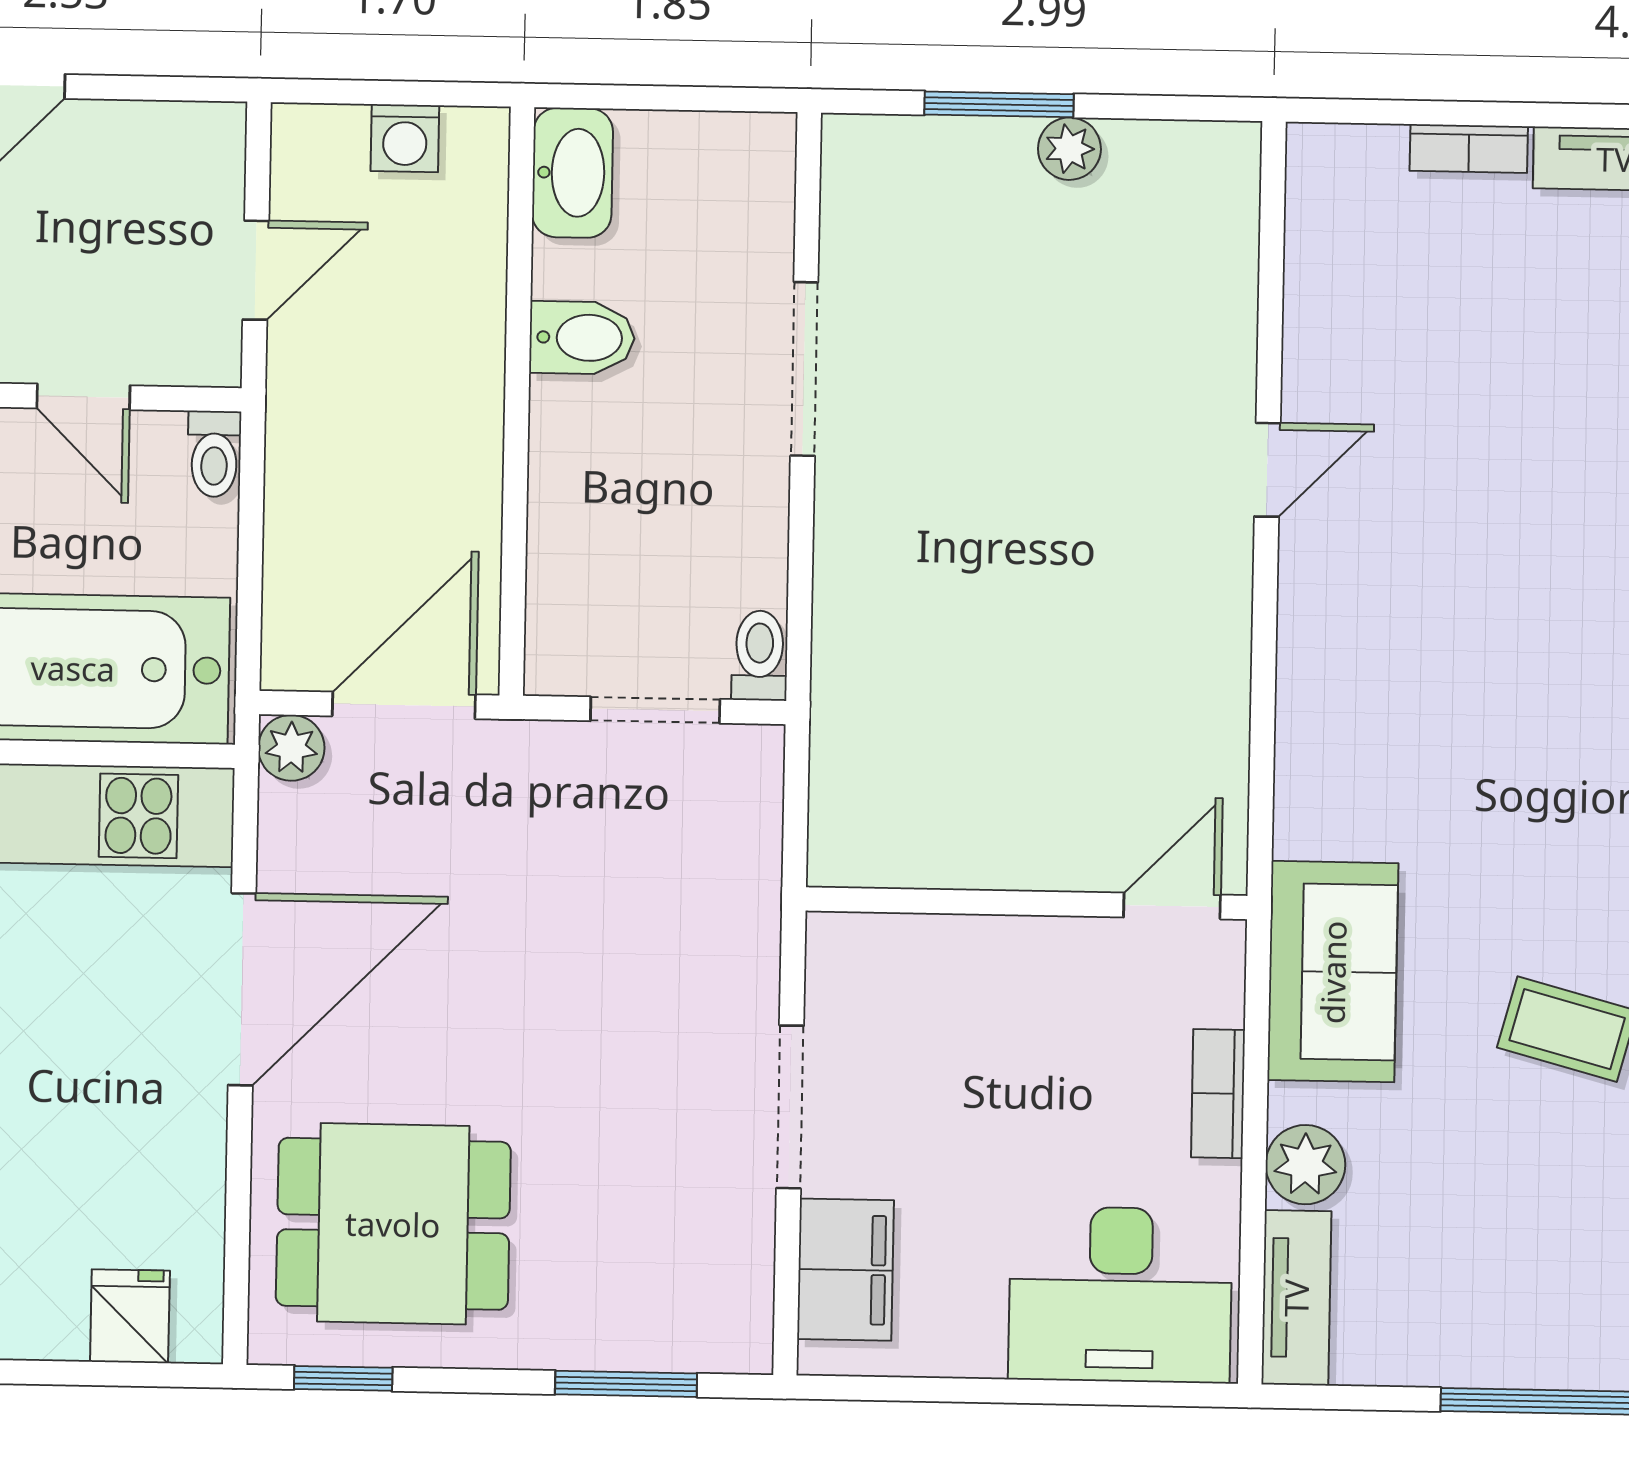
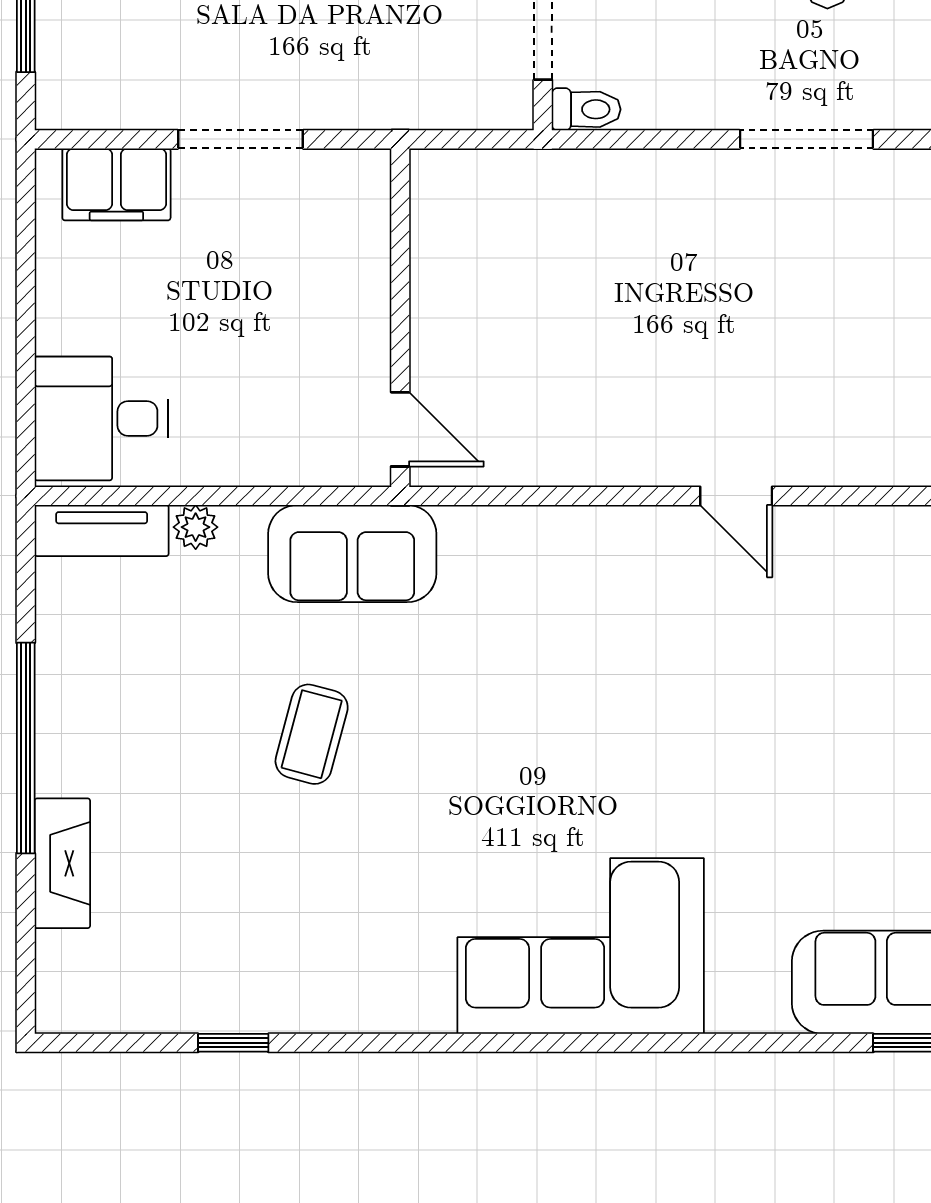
bookcase: (1218, 1094) -> (257, 467), removed
plant: (1305, 1165) -> (196, 527), width x0.73, depth x0.73
desk: (1120, 1295) -> (101, 418), width x0.73

